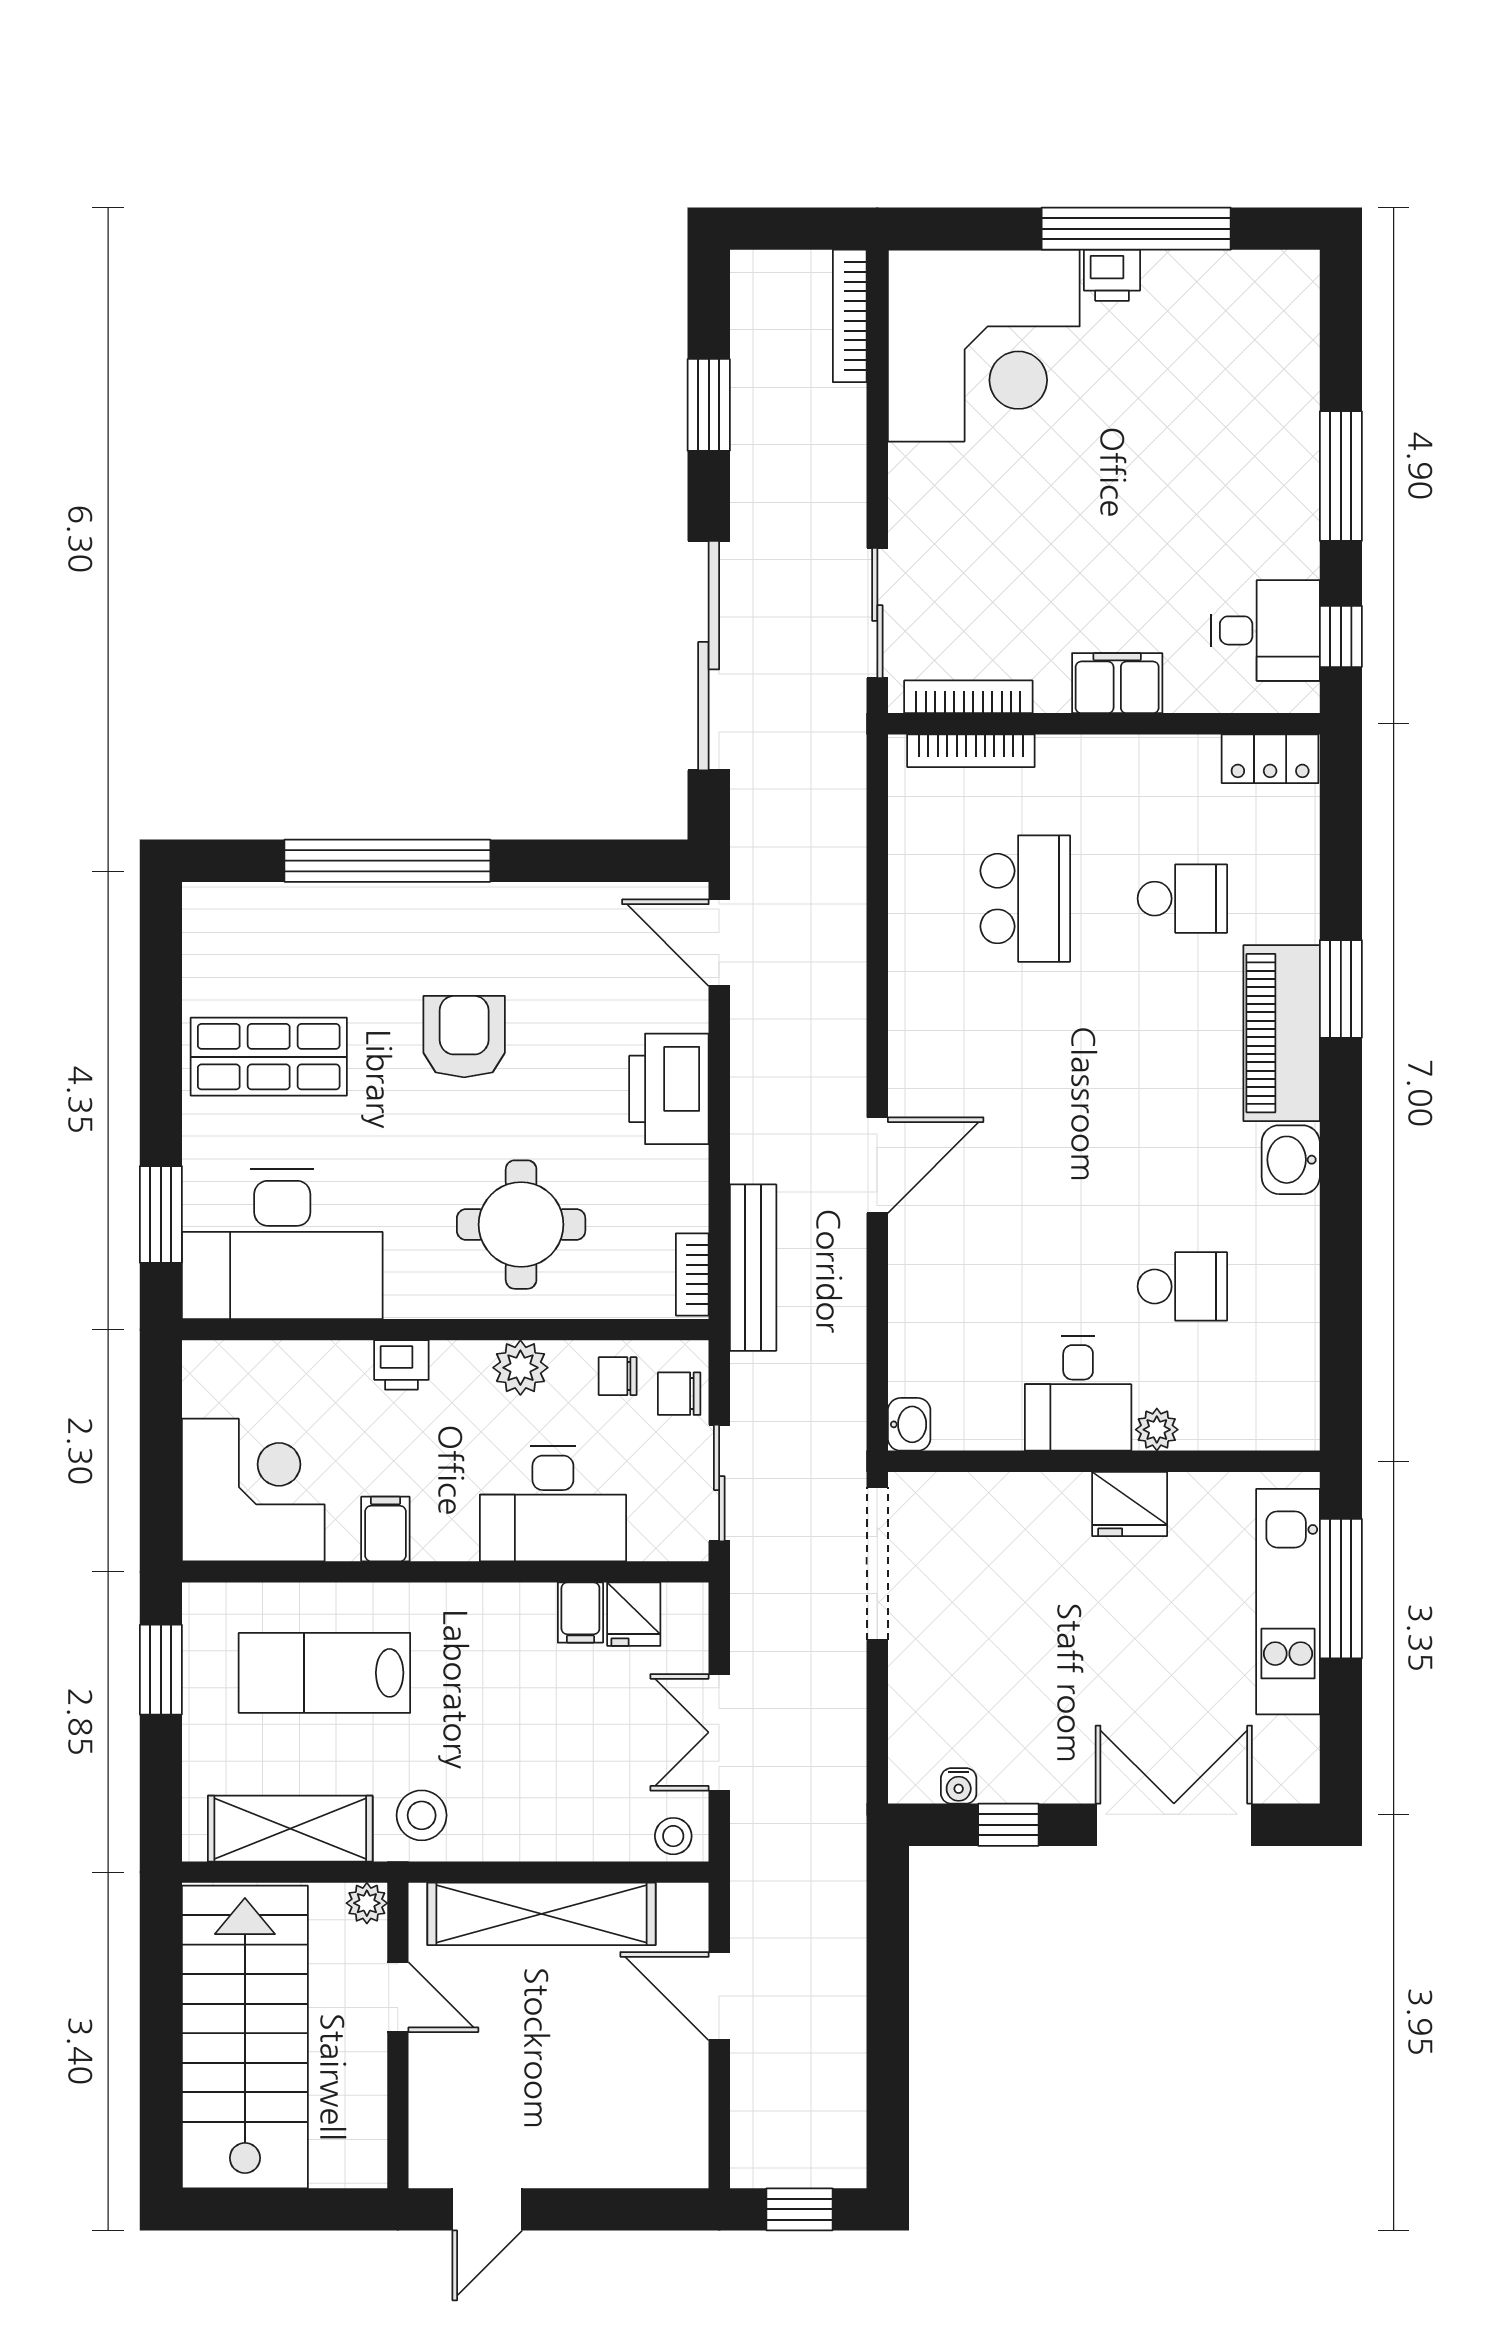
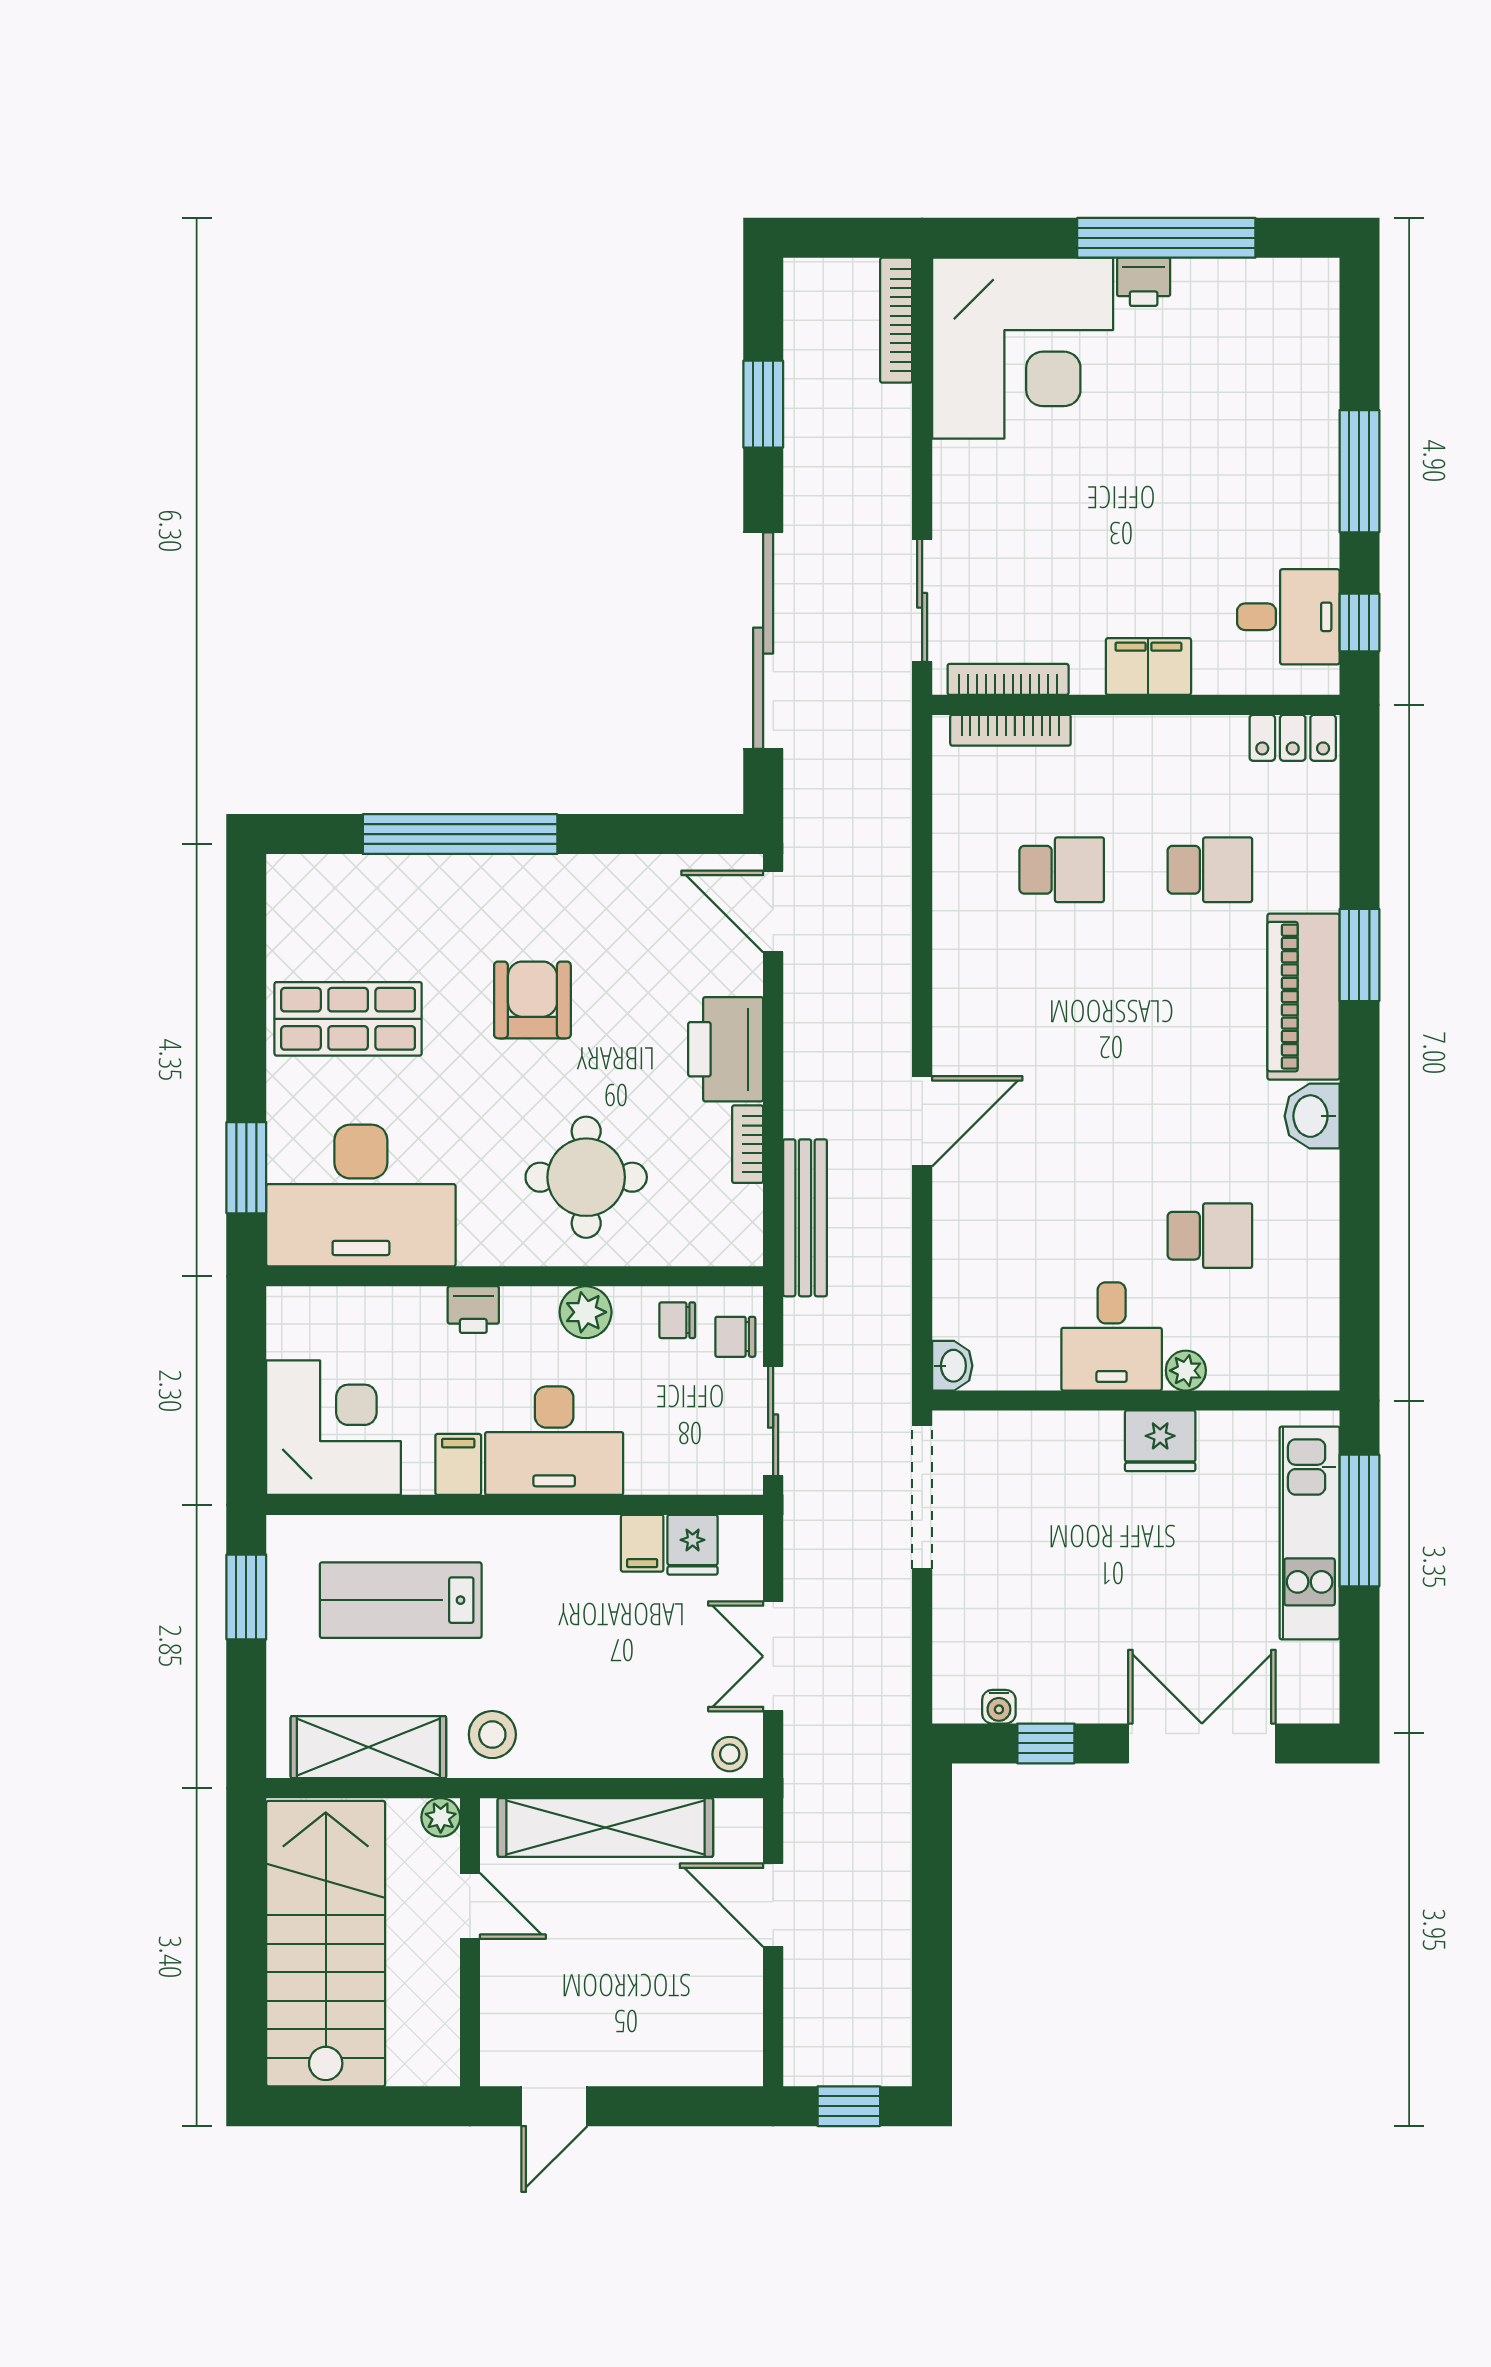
school desk: (1025, 899) -> (1062, 870), width x0.54
bookcase: (692, 1274) -> (748, 1144), moved
desk: (553, 1504) -> (554, 1441), moved

